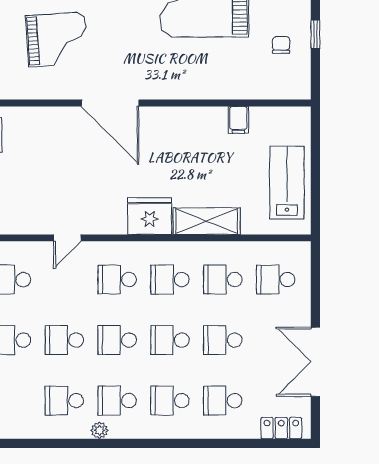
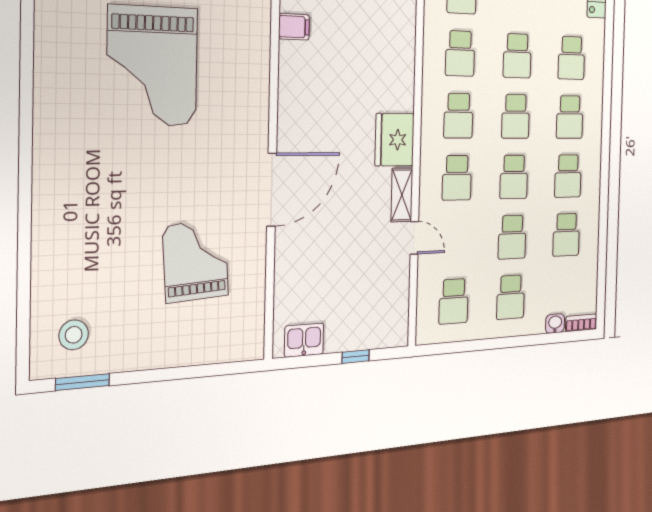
shelving: (207, 221) -> (402, 195), moved, width x0.67, depth x0.75
plant: (99, 430) -> (593, 195), removed

